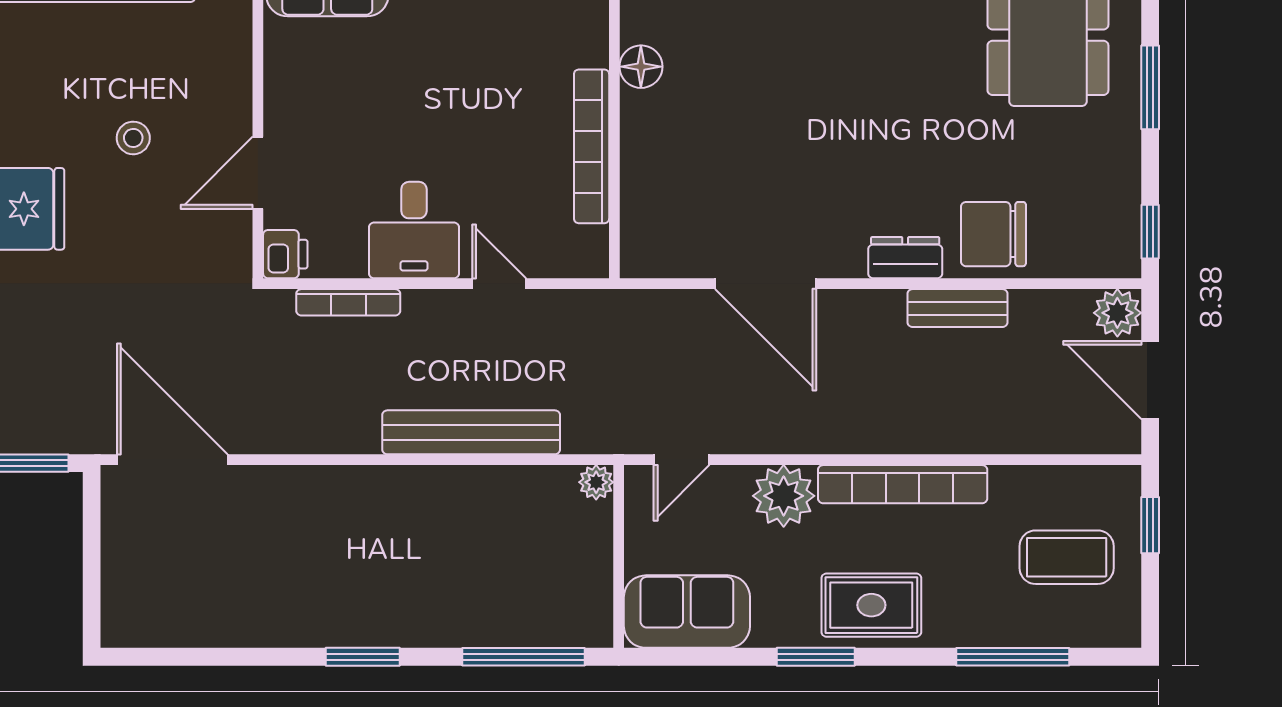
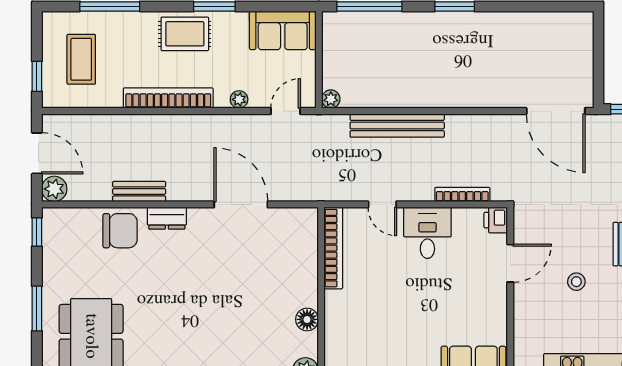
bookcase: (592, 146) -> (333, 248), moved
plant: (784, 496) -> (239, 99), width x0.53, depth x0.53
coffee table: (1067, 557) -> (81, 59), turned 90

